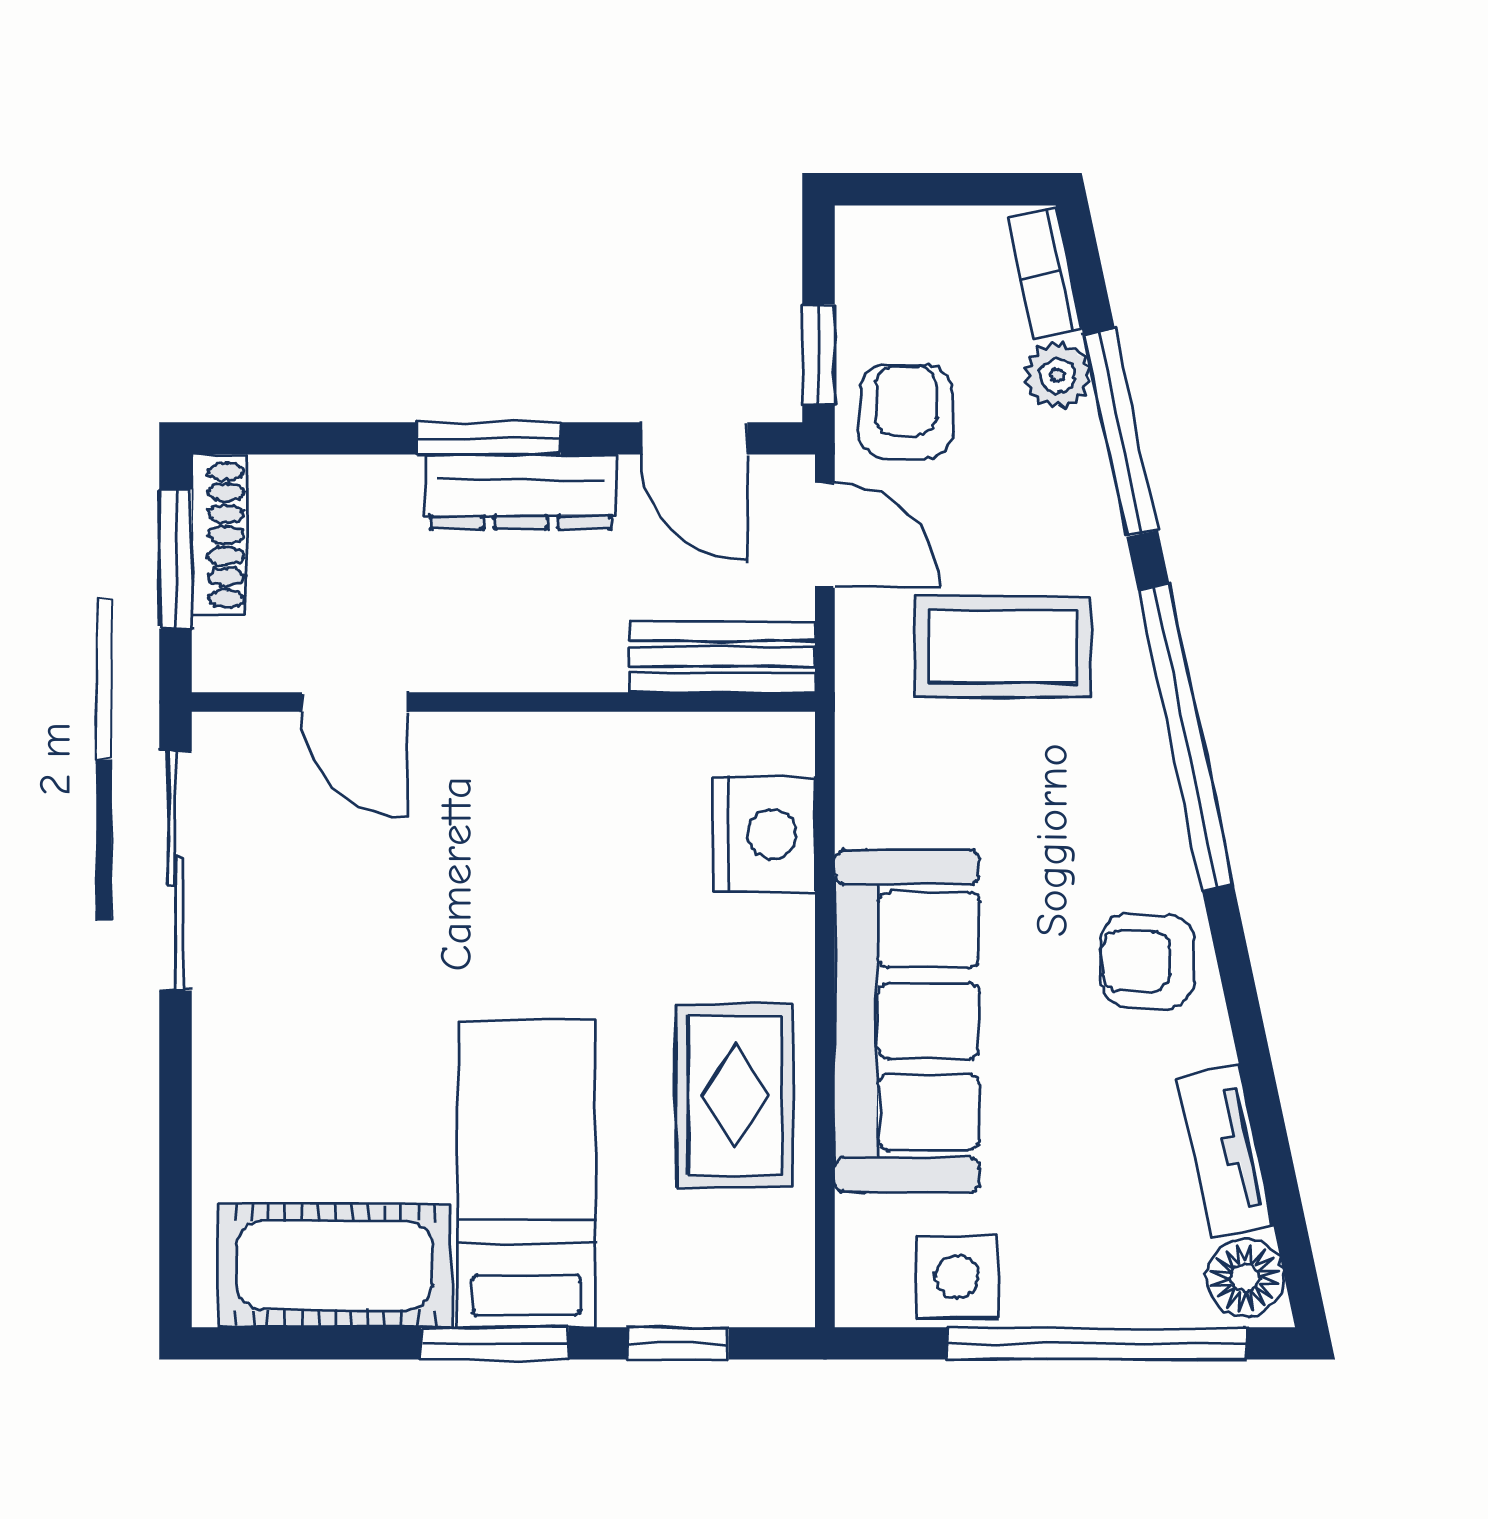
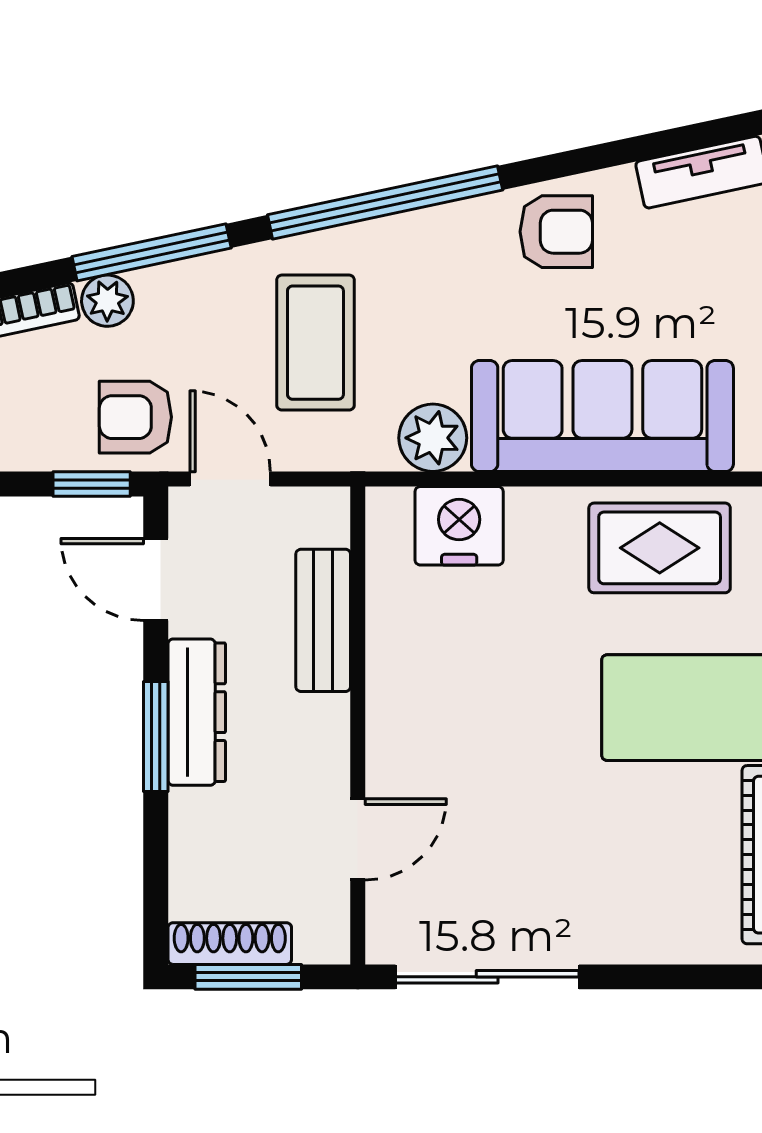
door: (694, 438) -> (156, 580), swing flipped
door: (825, 535) -> (230, 479), hinge flipped
bench: (722, 657) -> (323, 620), moved
plant: (879, 800) -> (433, 438), added
armchair: (1148, 961) -> (556, 232), turned -90

